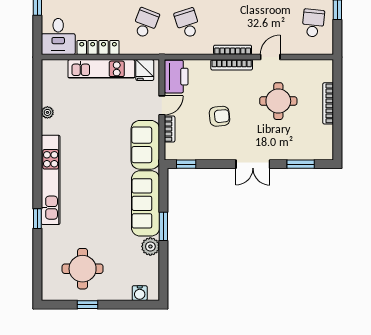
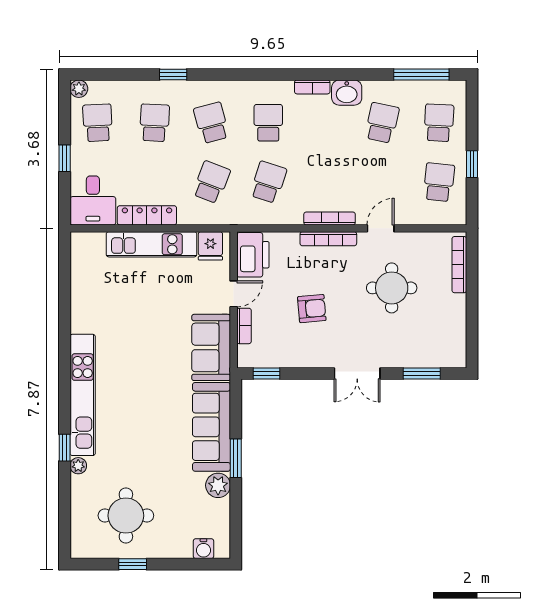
school desk: (187, 23) -> (268, 182), turned 36
bookcase: (328, 103) -> (459, 265), moved
plant: (47, 112) -> (78, 466), moved

